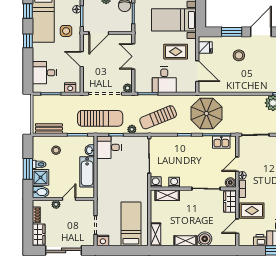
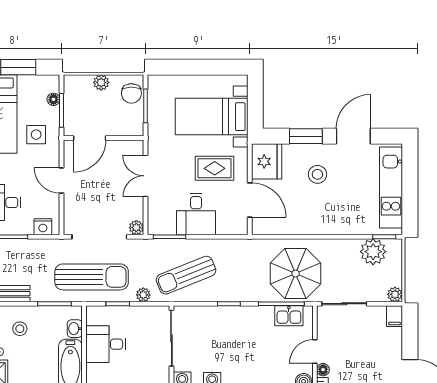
fridge: (205, 47) -> (267, 161), width x1.88, depth x1.34
parasol: (206, 113) -> (296, 274), moved
desk: (109, 147) -> (106, 344), moved

